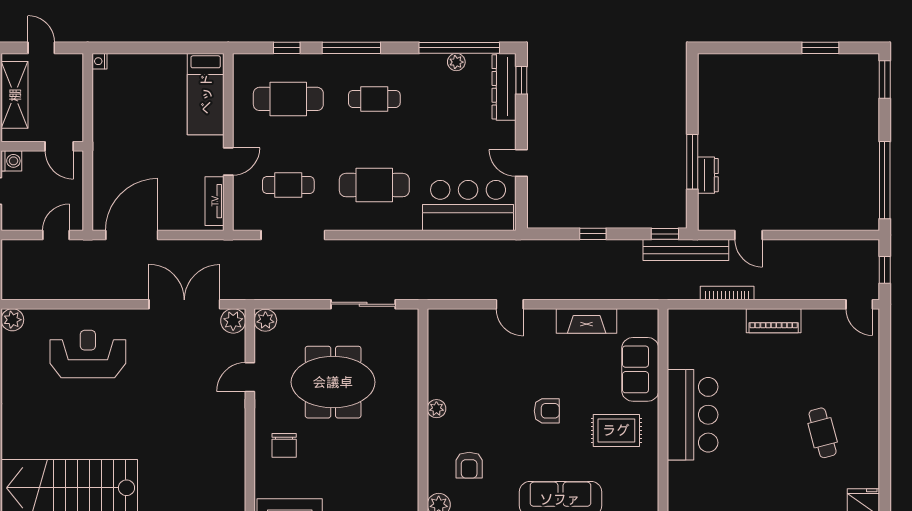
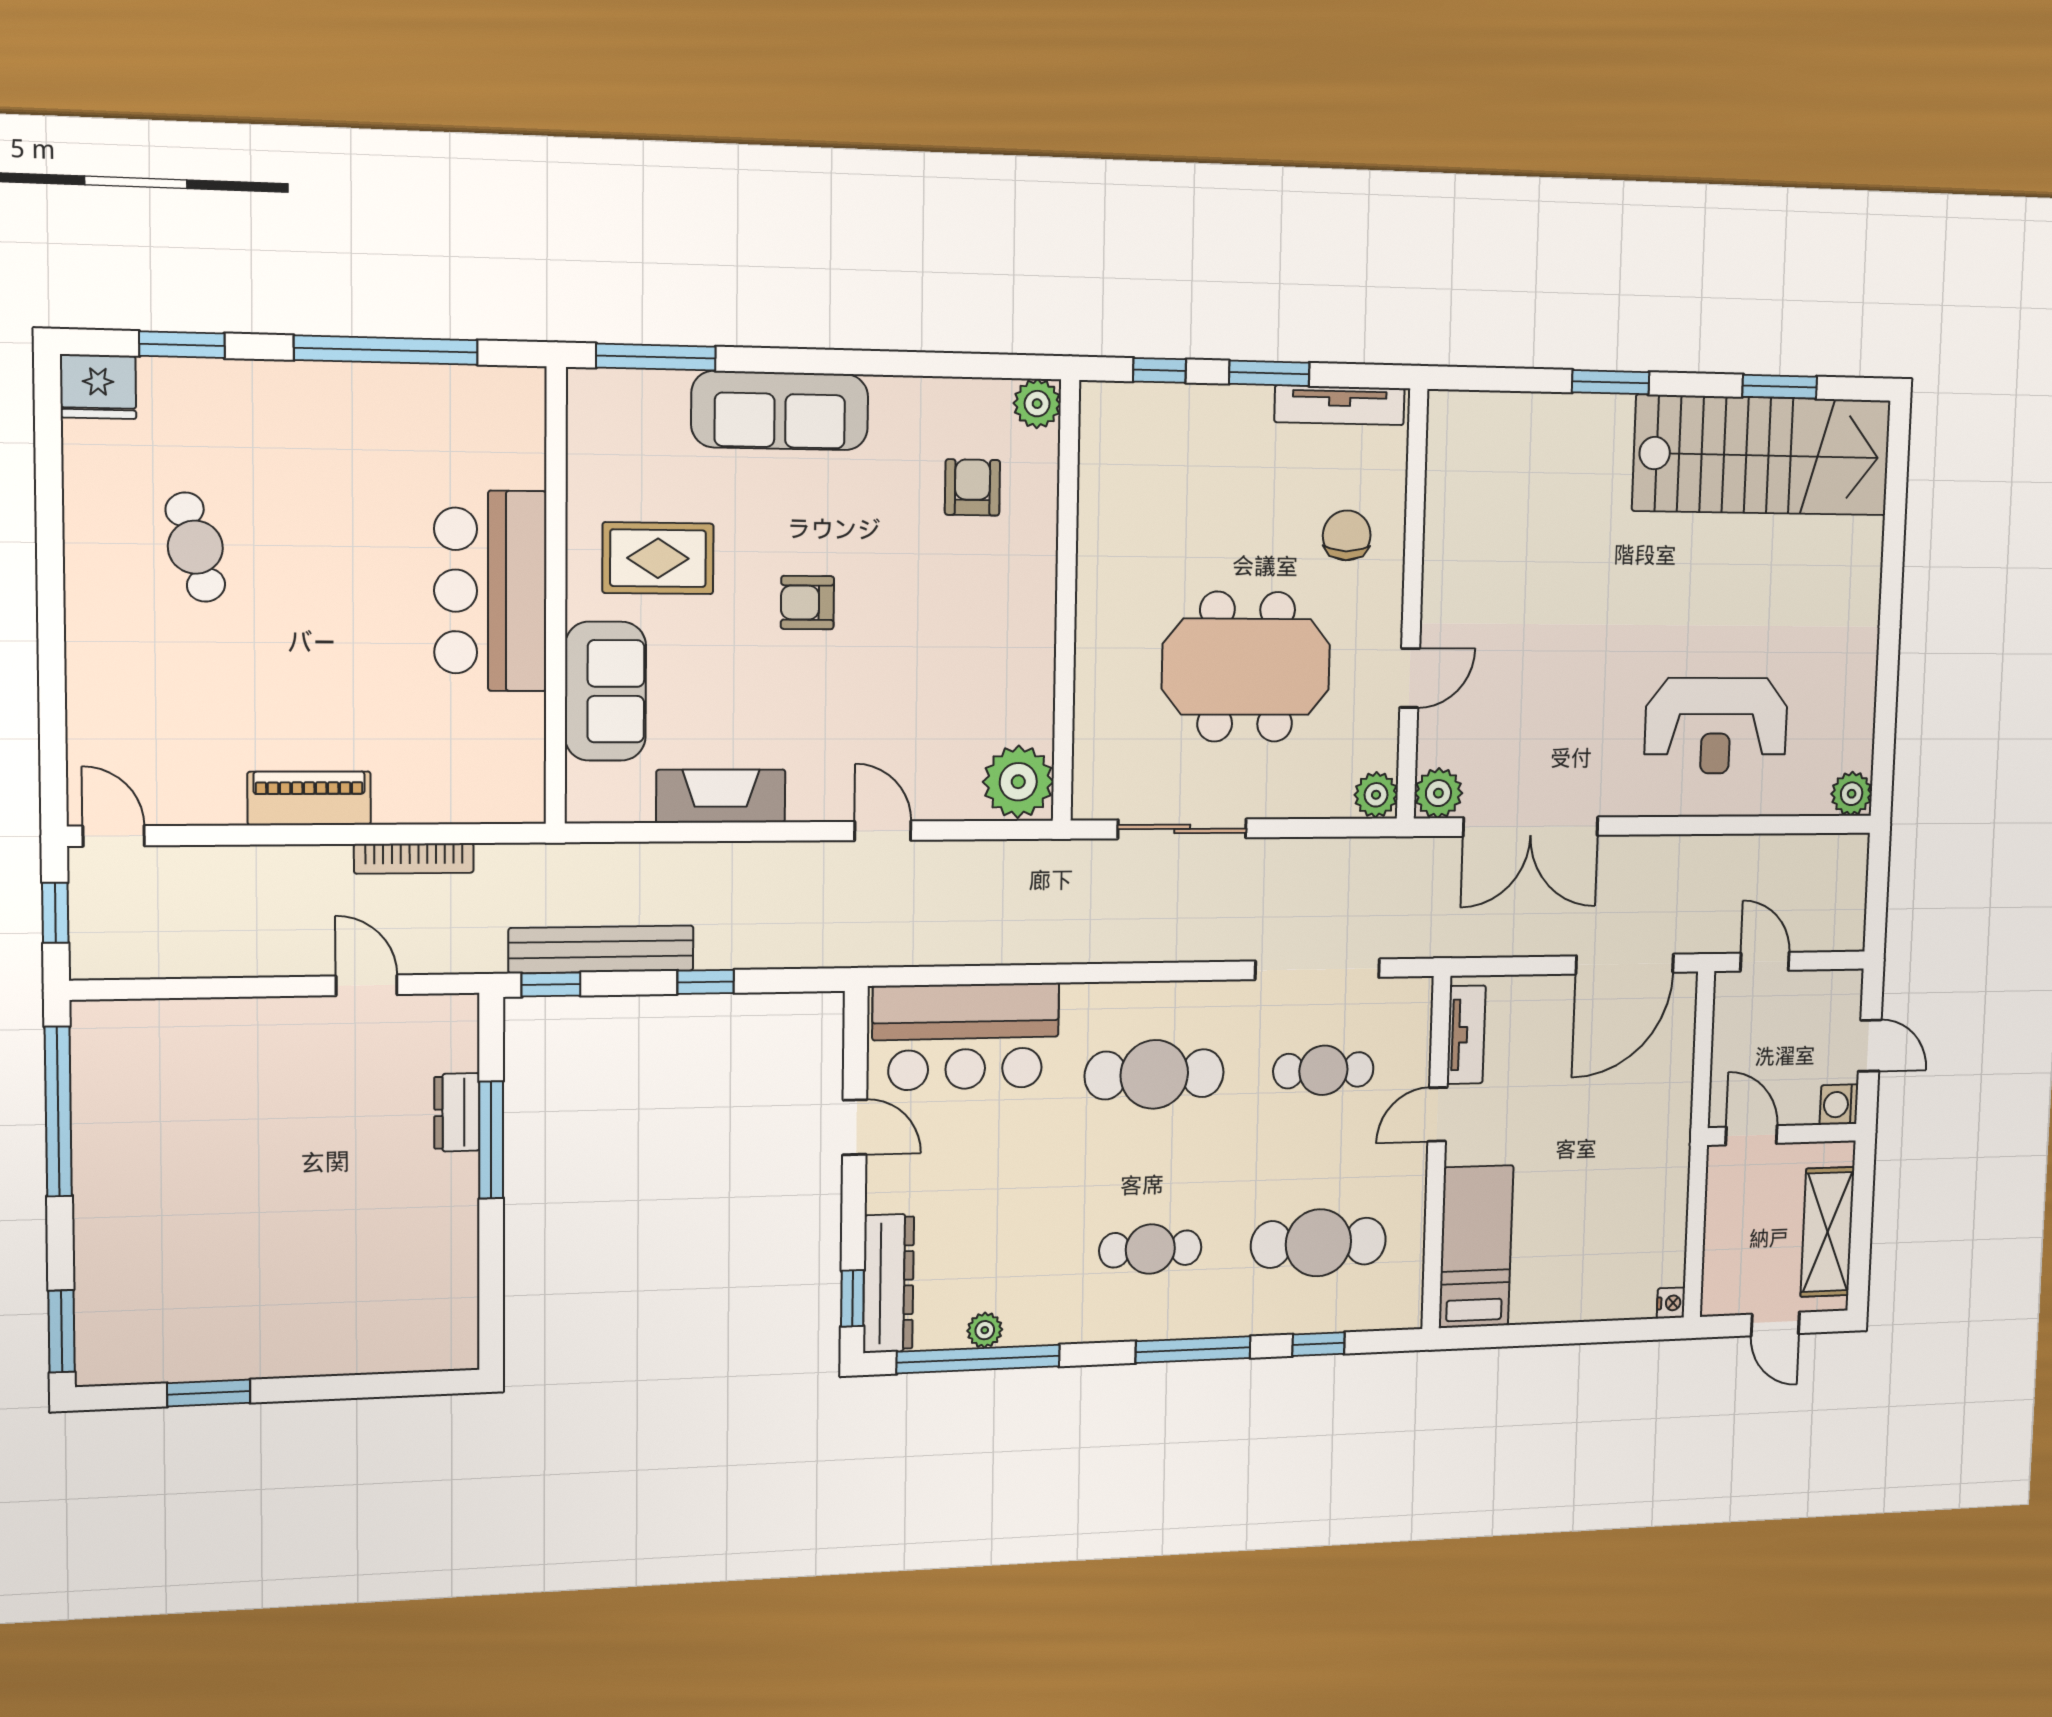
door: (56, 235) -> (1765, 962), swing flipped
bench: (686, 250) -> (601, 949), moved
plant: (436, 409) -> (1018, 782), moved, width x1.87, depth x1.87

